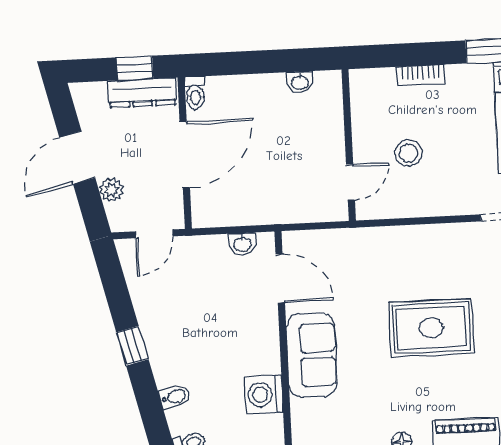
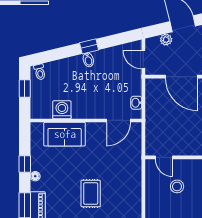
rug: (431, 328) -> (91, 194), width x0.73, depth x0.70
sofa: (312, 355) -> (65, 134), moved
bidet: (175, 397) -> (88, 60), moved

